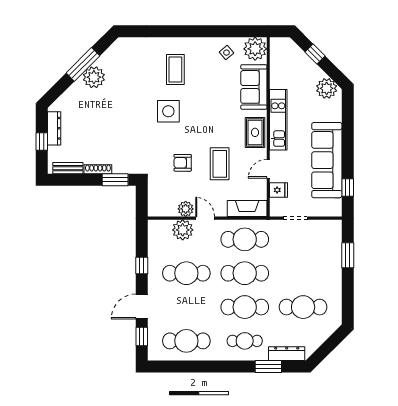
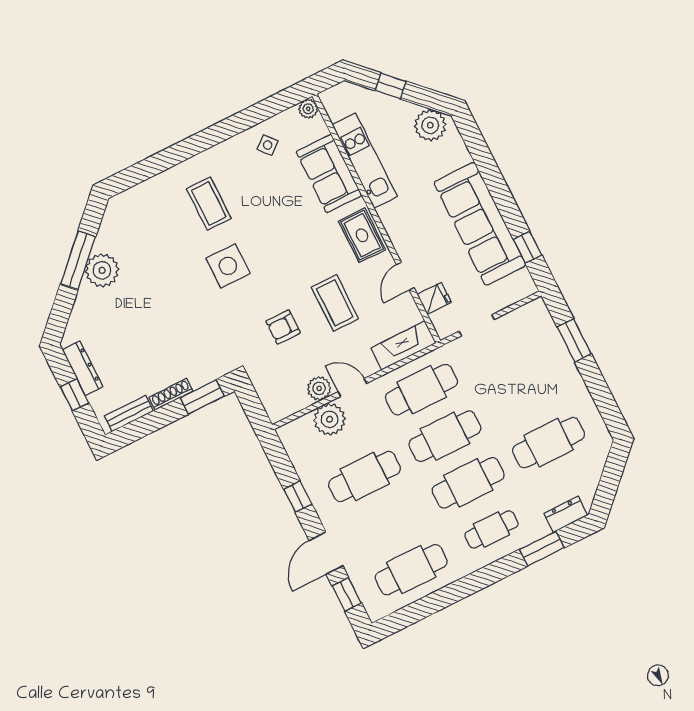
plant: (255, 49) -> (308, 109), width x0.53, depth x0.53
kitchen unit: (278, 120) -> (365, 161), moved
dresser: (287, 354) -> (566, 514), width x0.70

